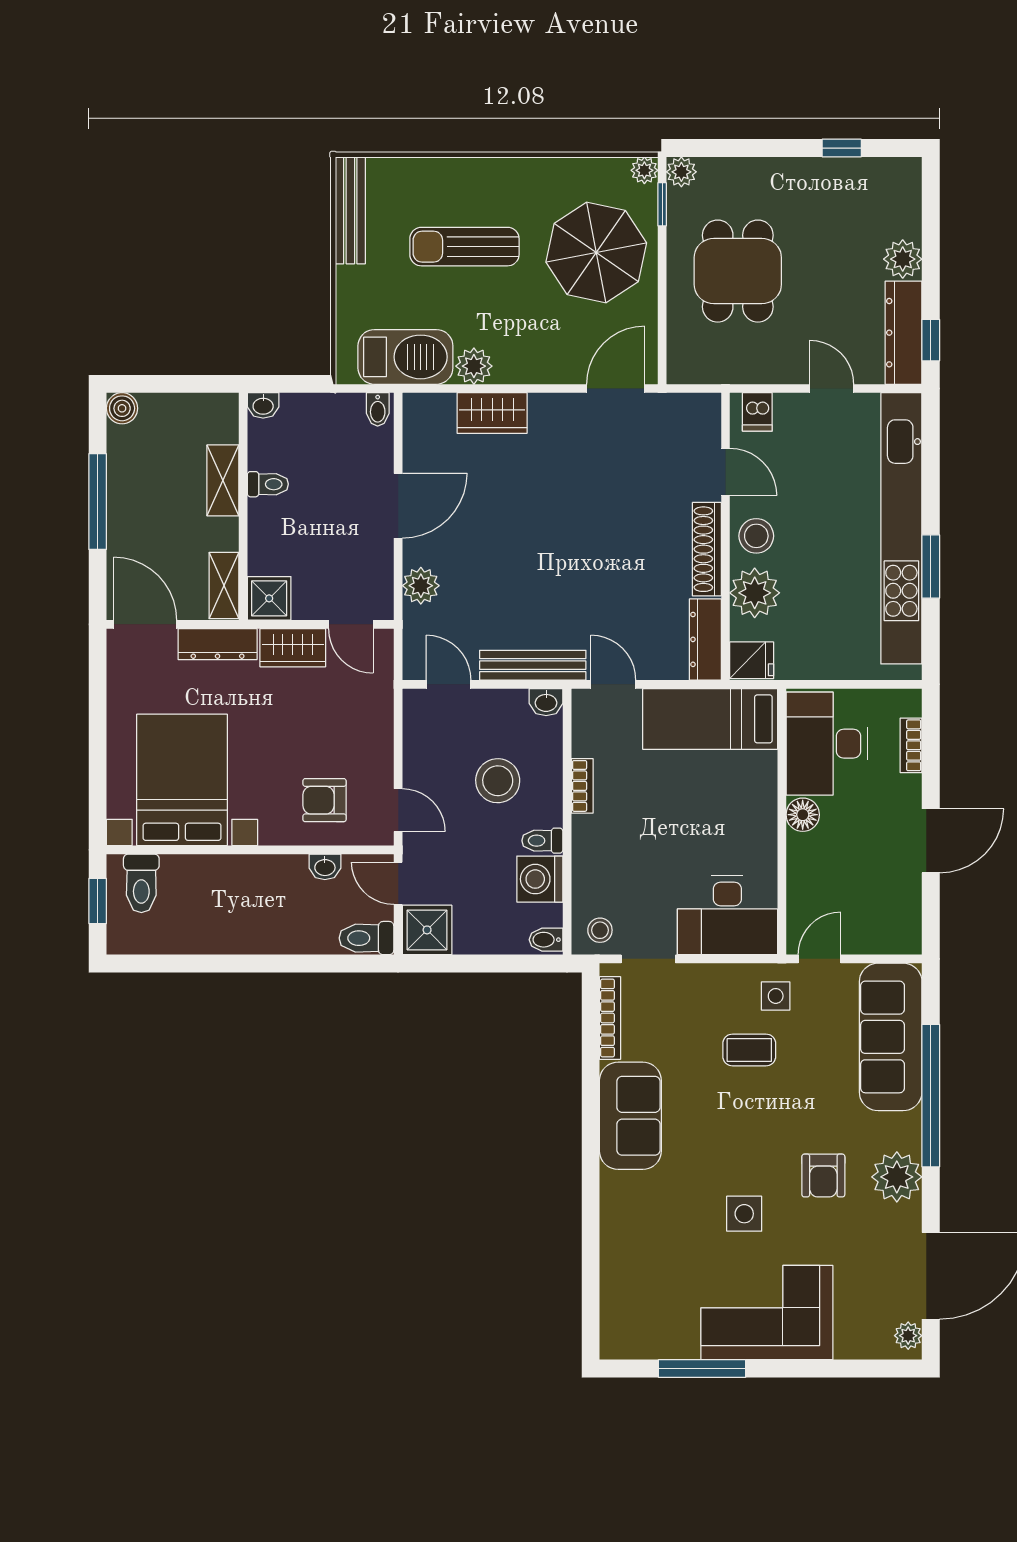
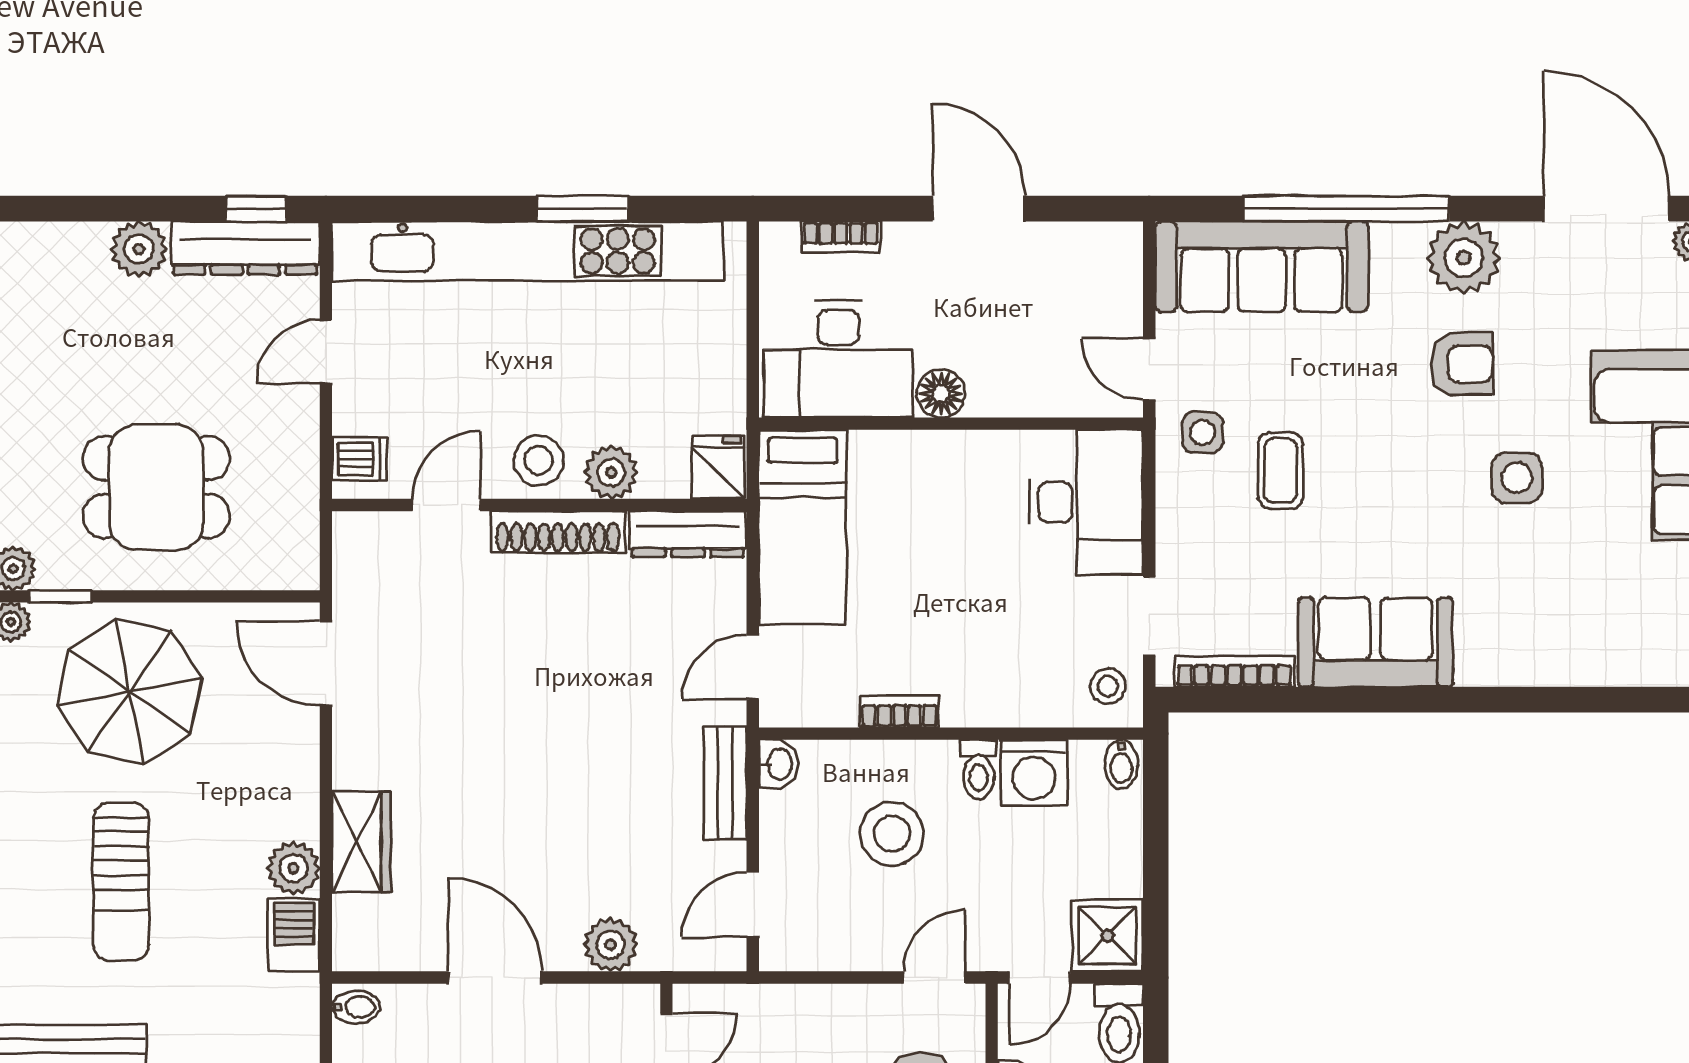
barbecue: (405, 357) -> (294, 935), width x0.53, depth x0.65
plant: (755, 593) -> (611, 472), width x0.73, depth x0.73
bench: (533, 665) -> (725, 783), width x0.73

